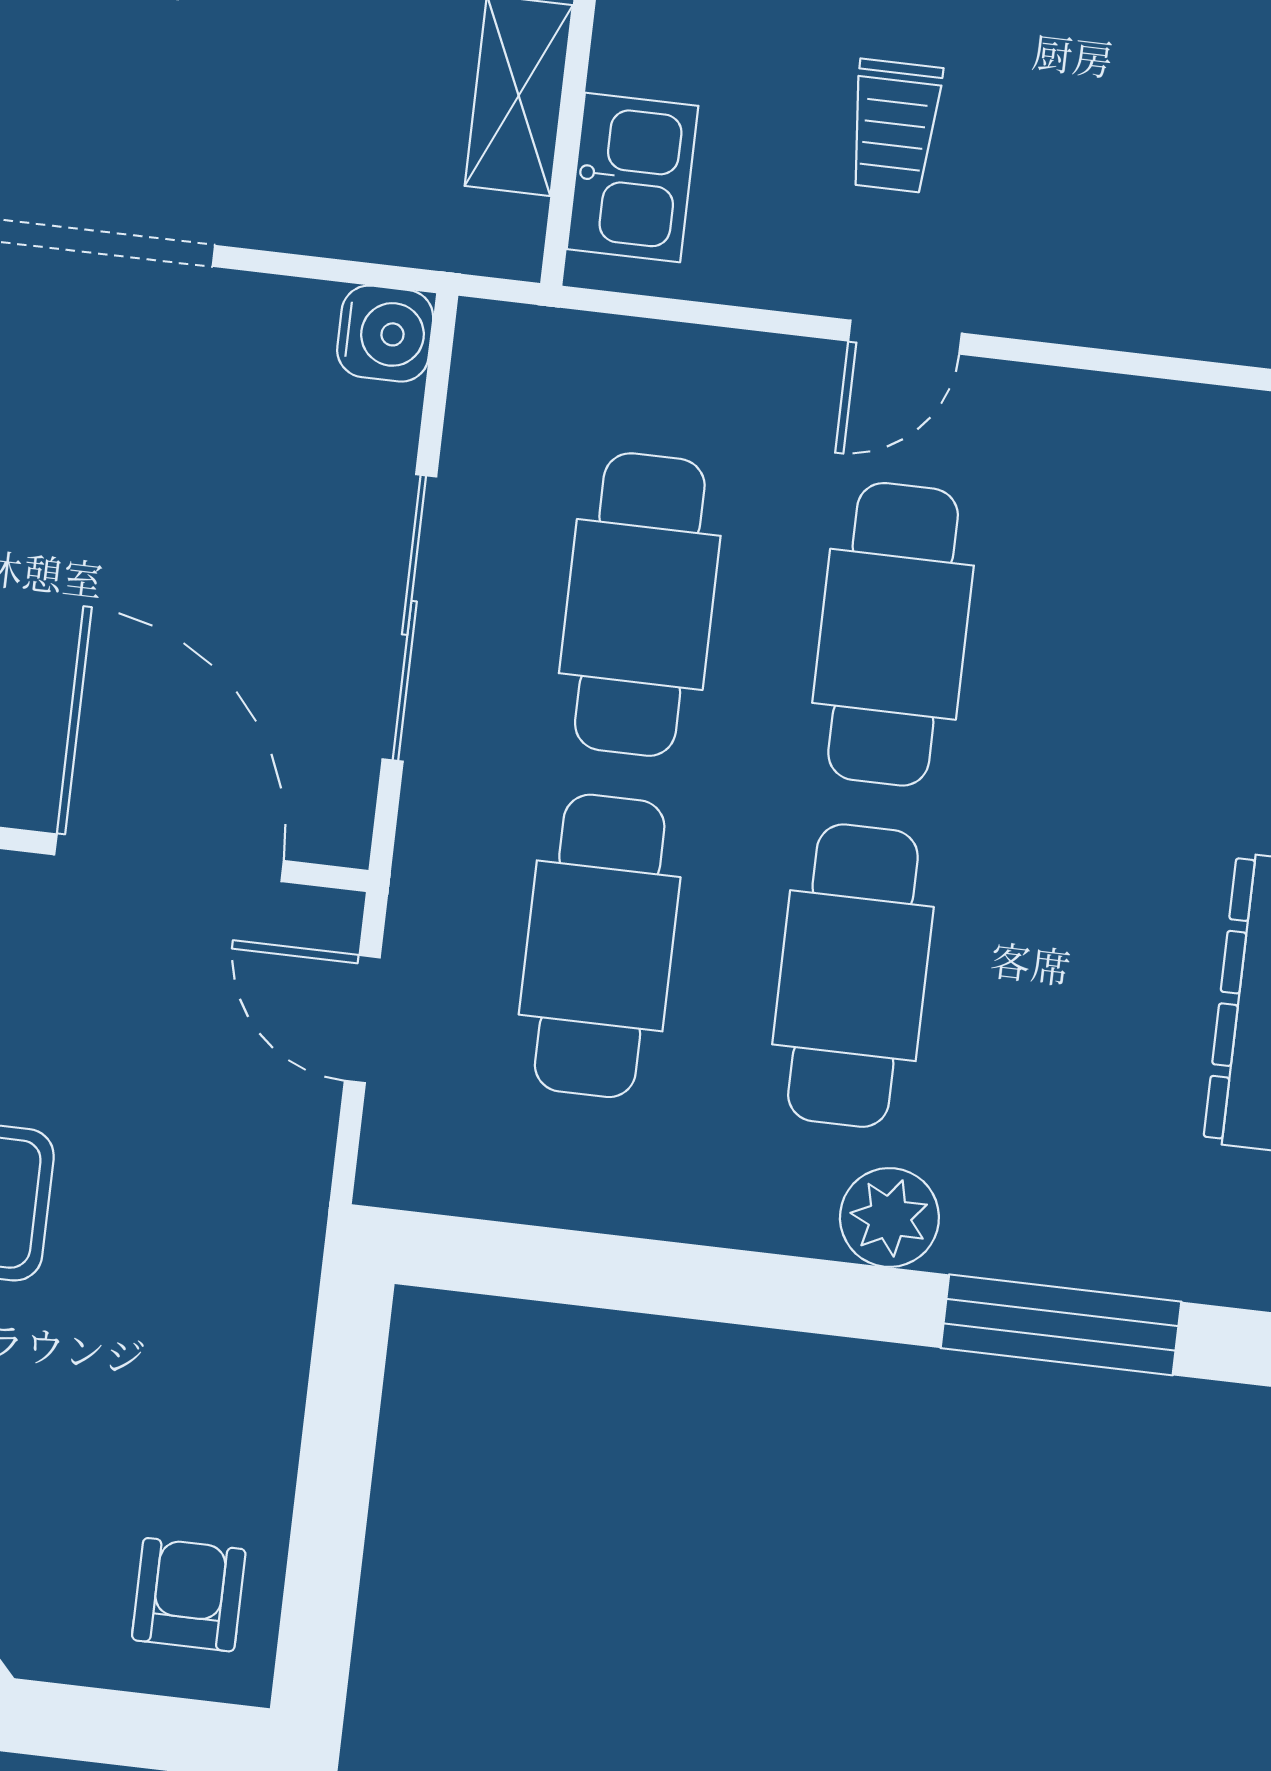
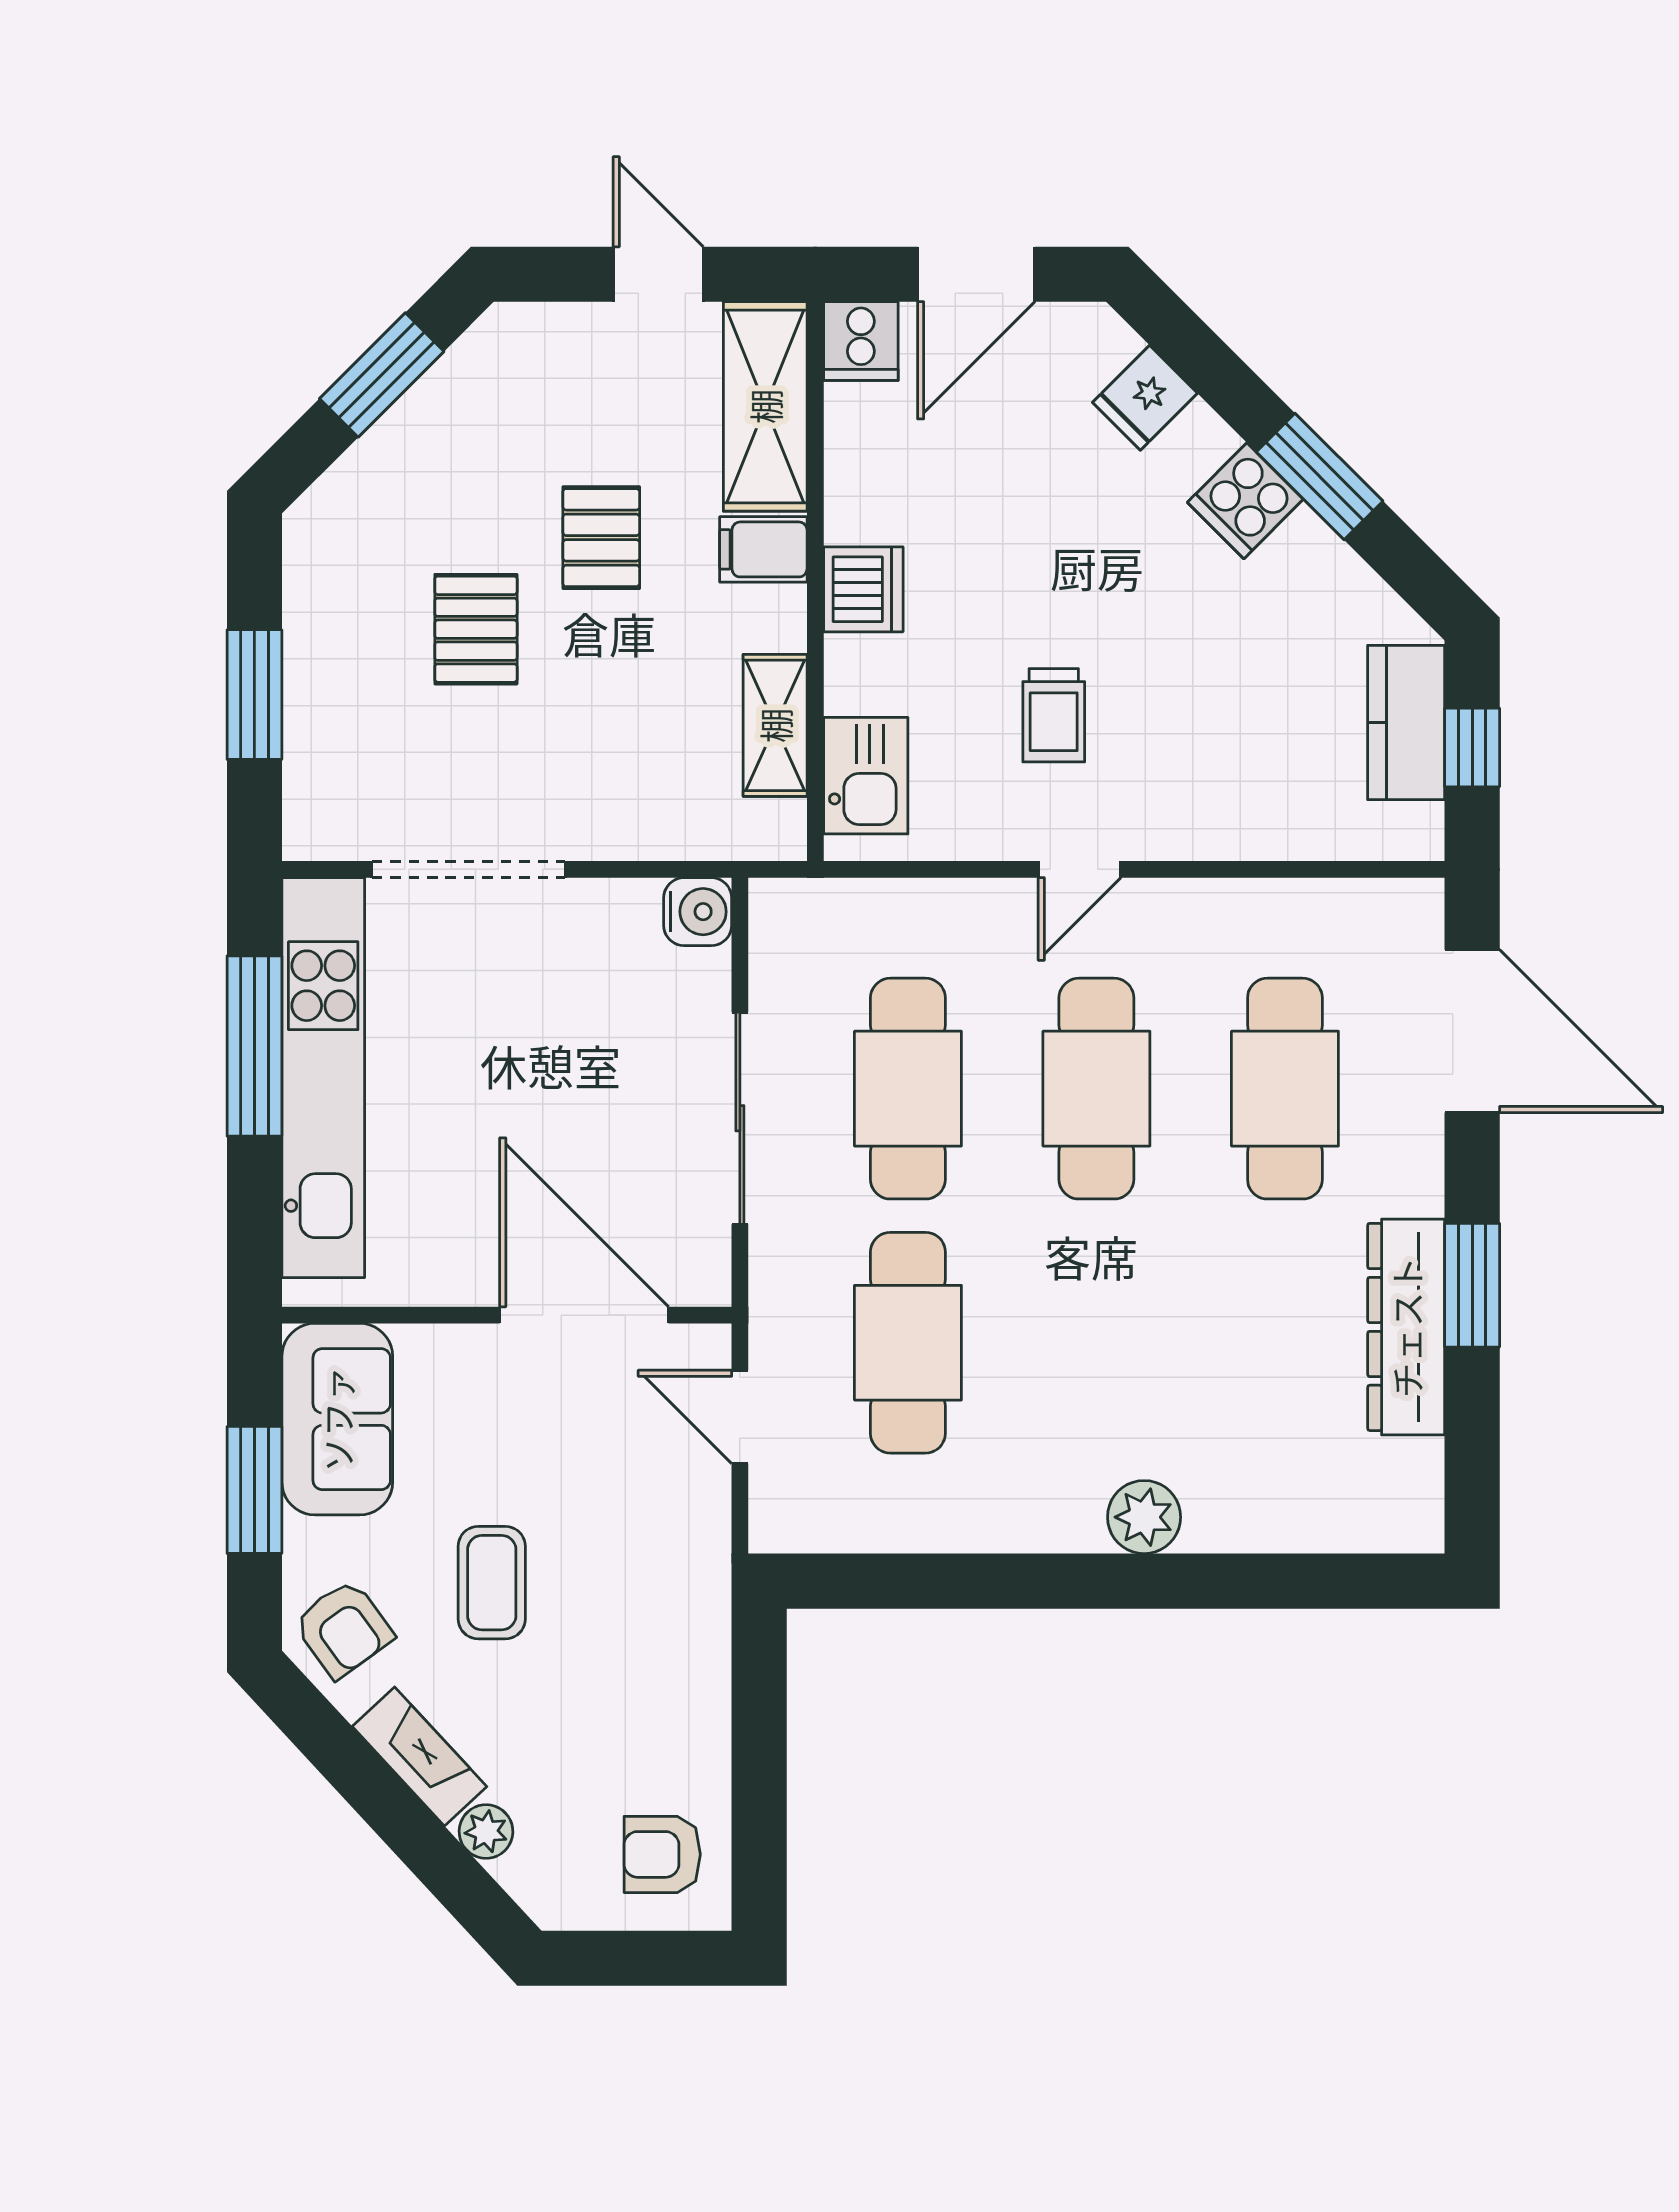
cafe table: (853, 976) -> (1285, 1089), moved
window: (1061, 1325) -> (1279, 1581), removed
armchair: (189, 1595) -> (662, 1854), turned -90

